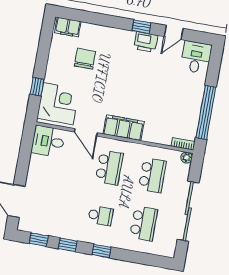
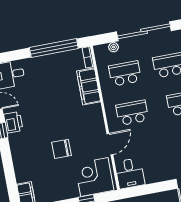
chair: (85, 59) -> (61, 149), moved
filing cabinet: (124, 128) -> (89, 86), moved
plant: (187, 158) -> (113, 47), moved

